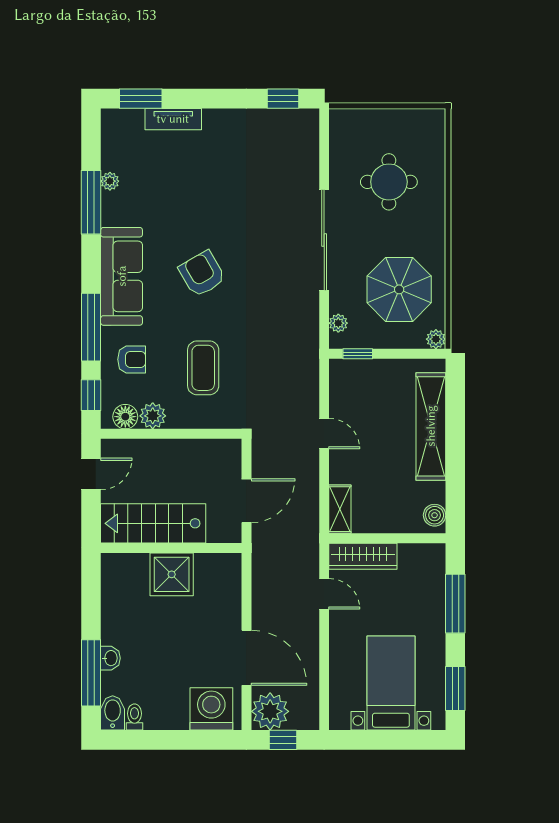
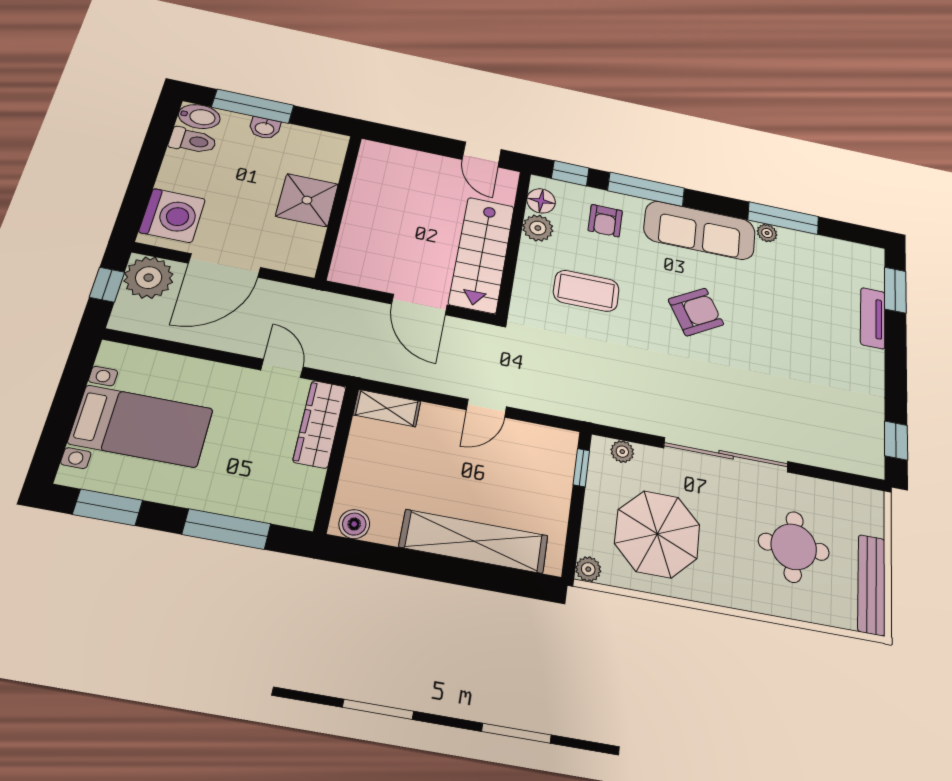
bench: (407, 119) -> (871, 585), added
plant: (110, 181) -> (767, 233), moved
stairs: (153, 523) -> (482, 255), moved, turned 180
wall: (171, 548) -> (339, 206), moved
shower: (172, 574) -> (307, 200), moved
door: (324, 594) -> (282, 368), swing flipped
toilet: (134, 717) -> (193, 141), width x1.37, depth x1.39

